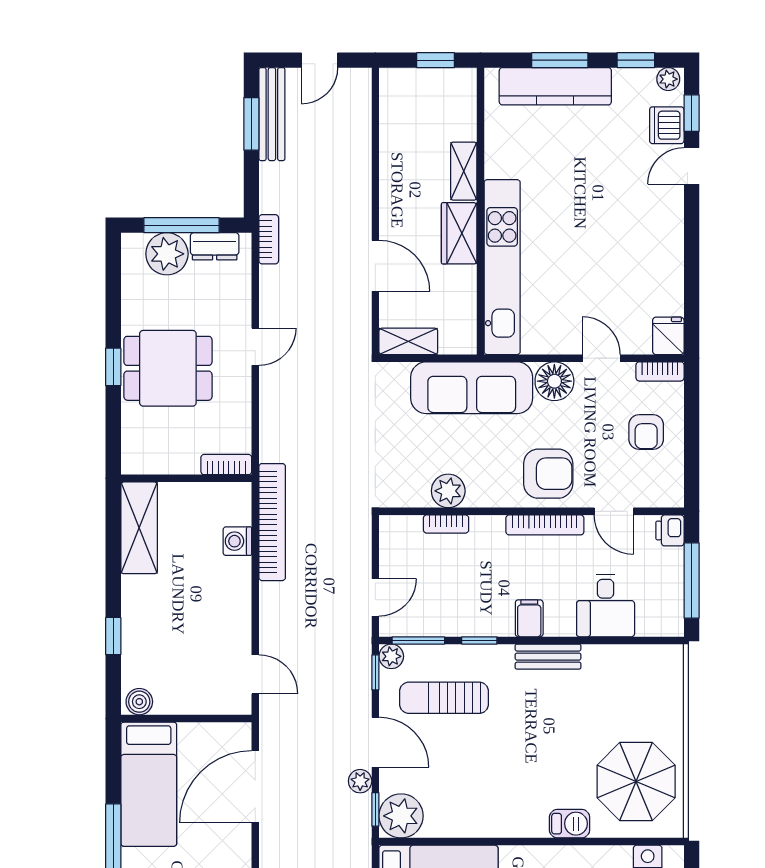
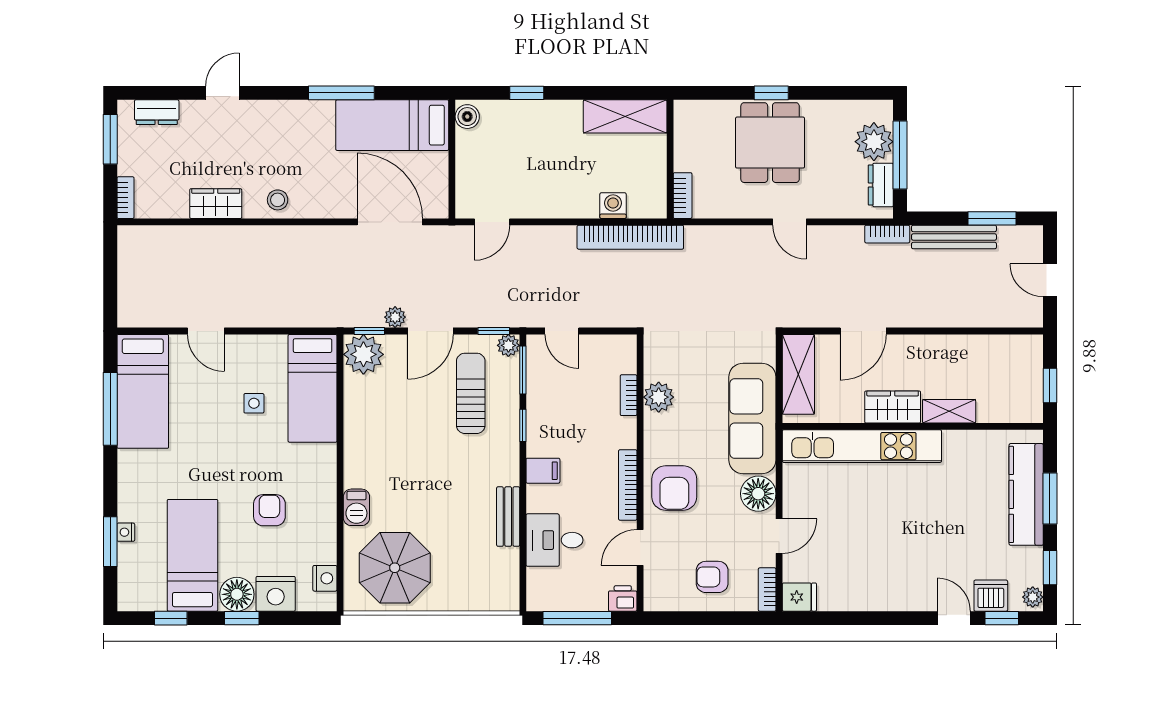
bench: (272, 114) -> (954, 237), moved
shelving: (408, 341) -> (798, 374), width x1.50, depth x1.33
bench: (548, 657) -> (508, 517), moved

